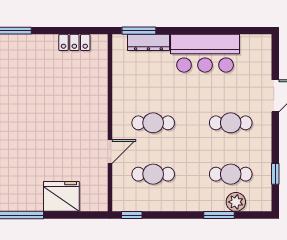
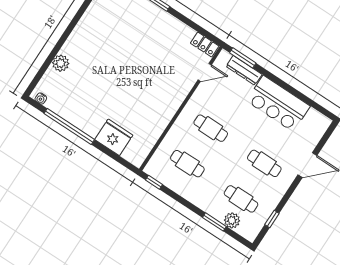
locker: (74, 42) -> (205, 45), moved
door: (110, 151) -> (205, 72), moved

